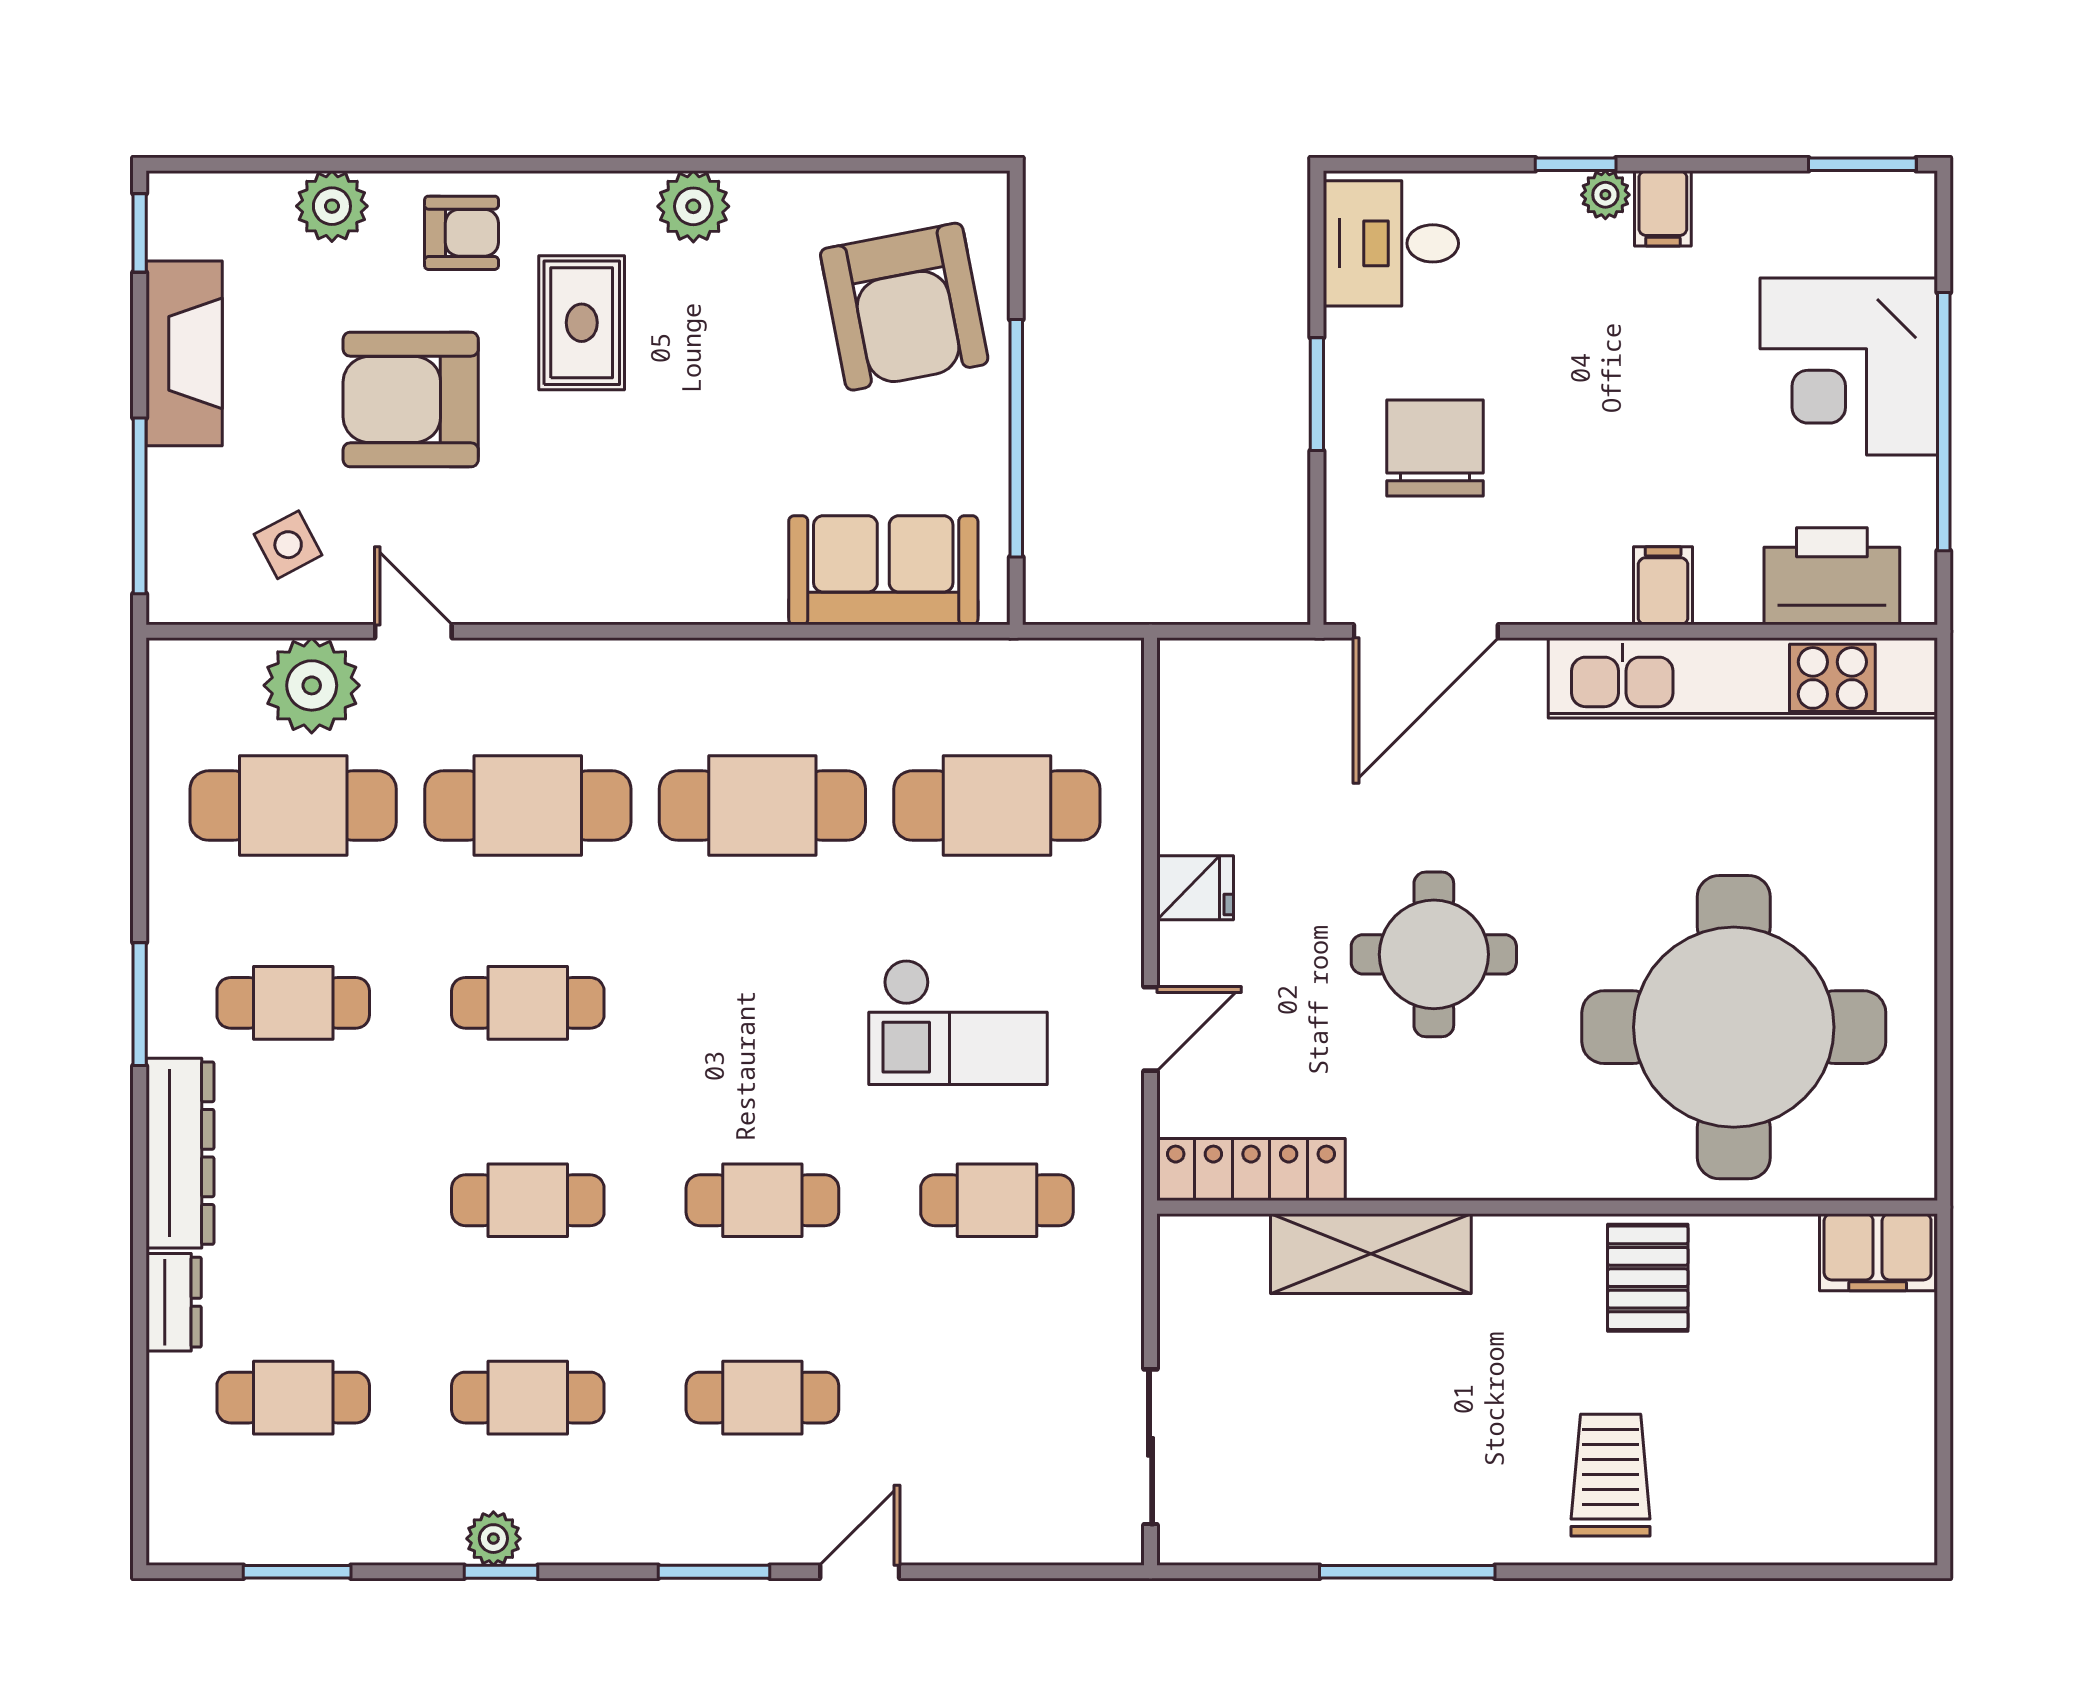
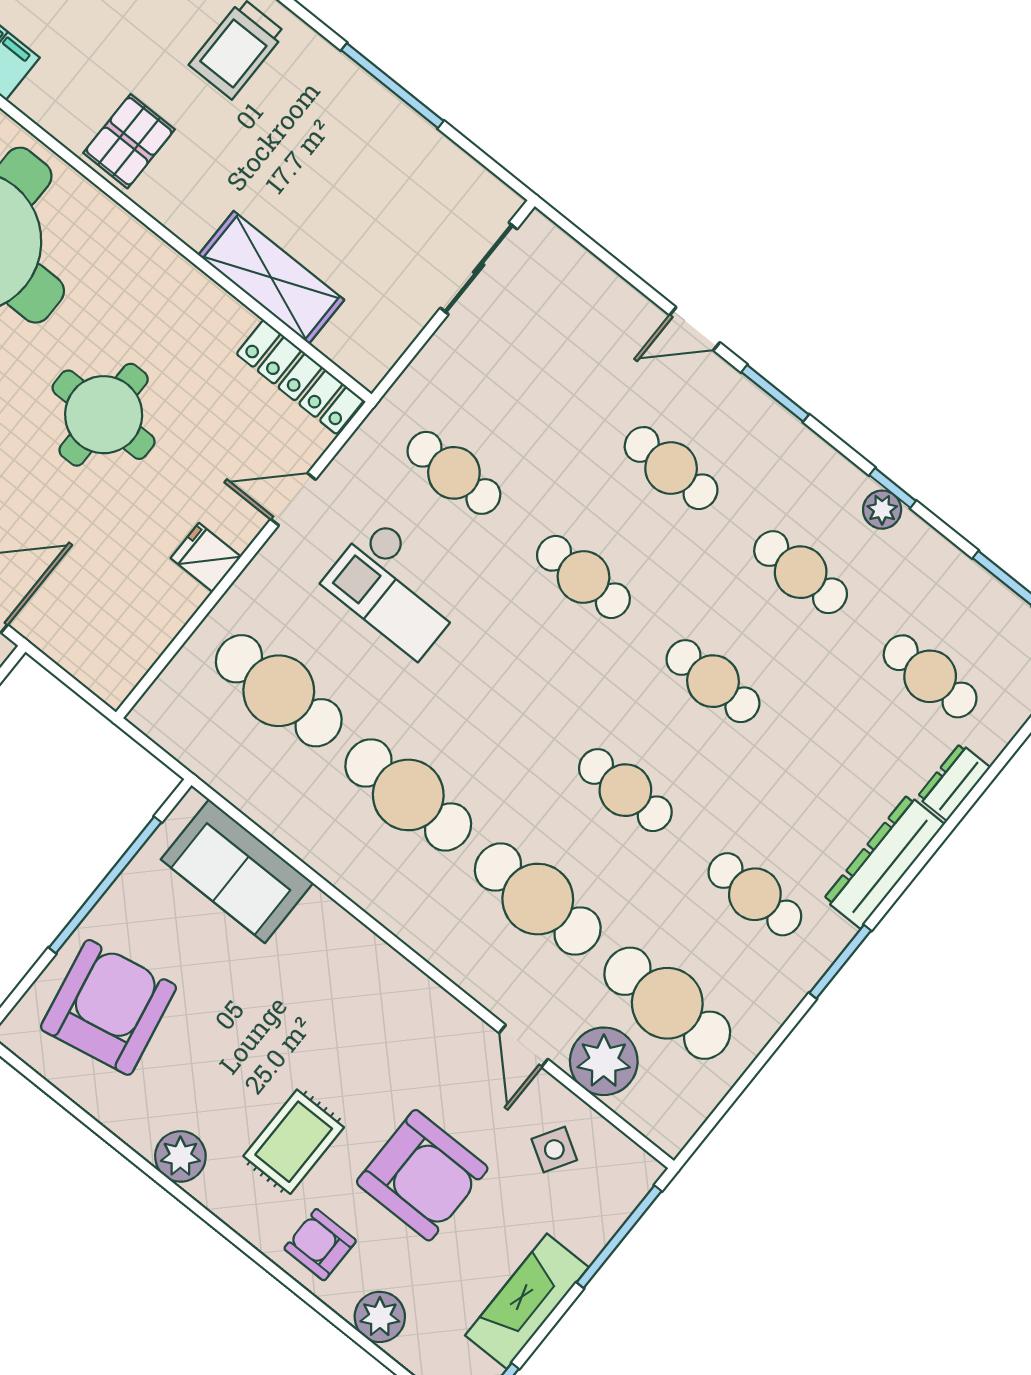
side table: (288, 545) -> (554, 1149), turned -31
checkout: (958, 1022) -> (396, 588), turned 180

